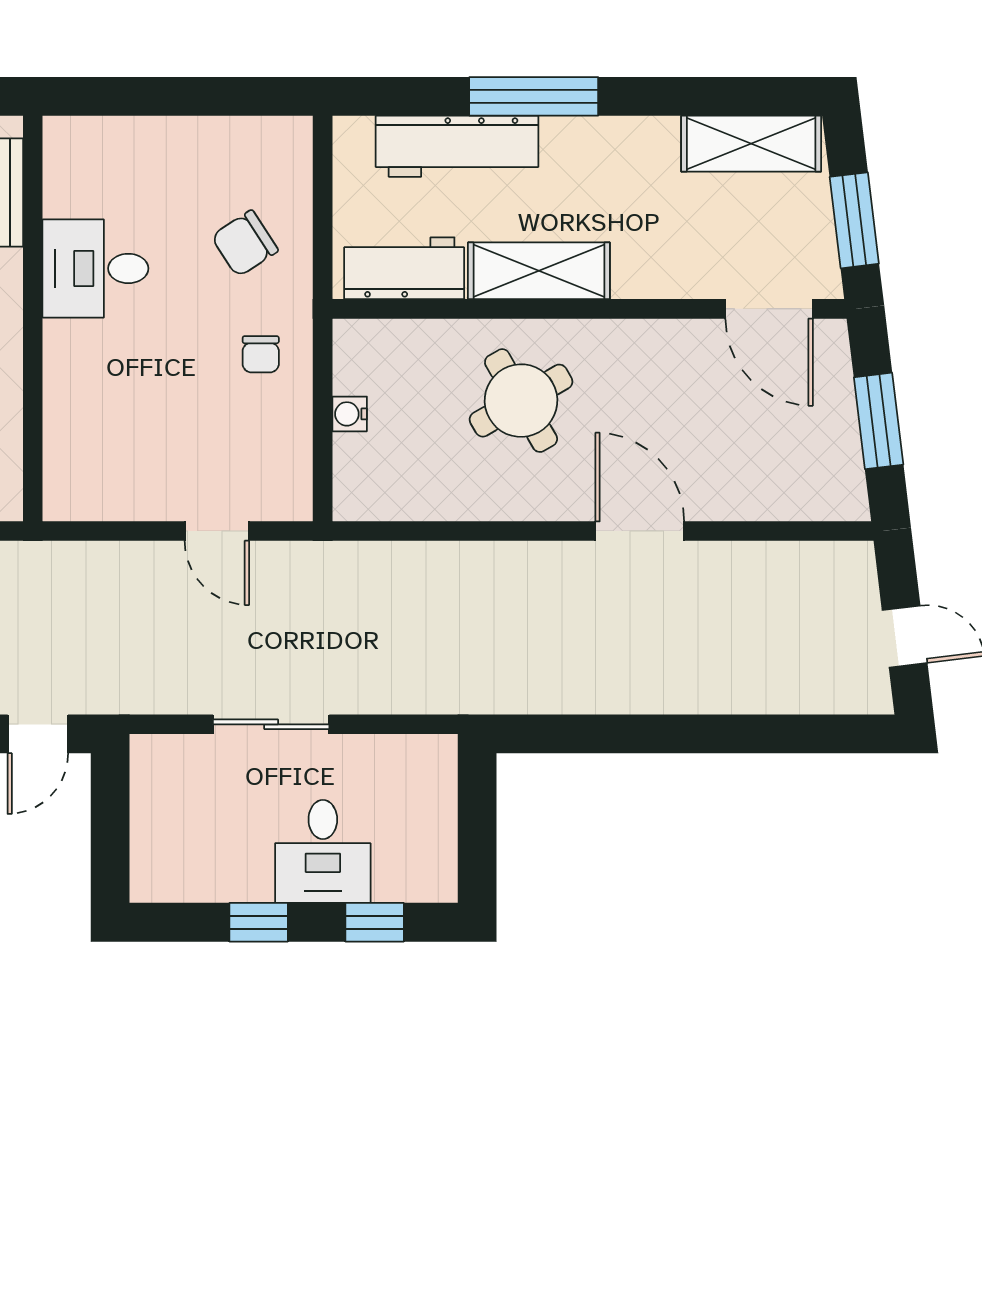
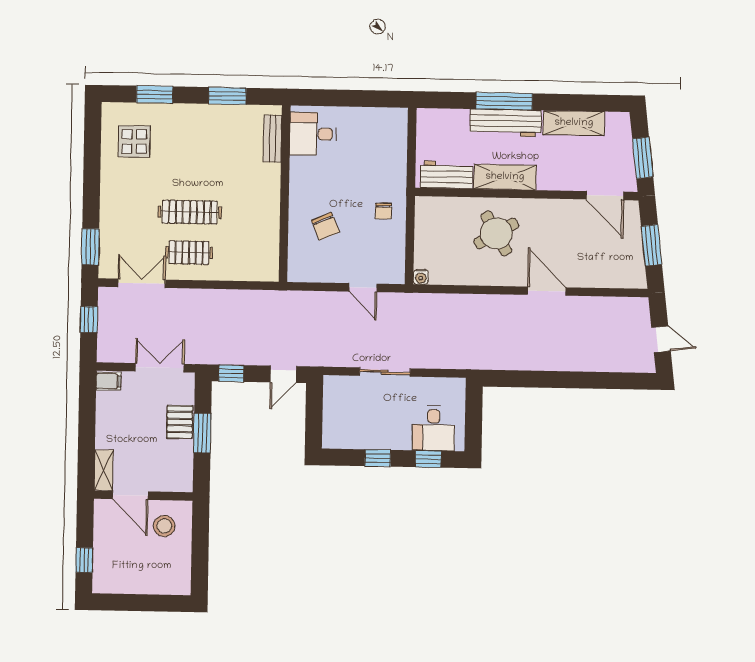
shelving: (751, 144) -> (574, 123), moved
workbench: (457, 146) -> (505, 123), moved
chair: (245, 243) -> (325, 226), moved, turned -80
desk: (95, 268) -> (313, 134), moved
water cooler: (350, 414) -> (421, 277), moved, turned -90
desk: (323, 851) -> (433, 428), moved

